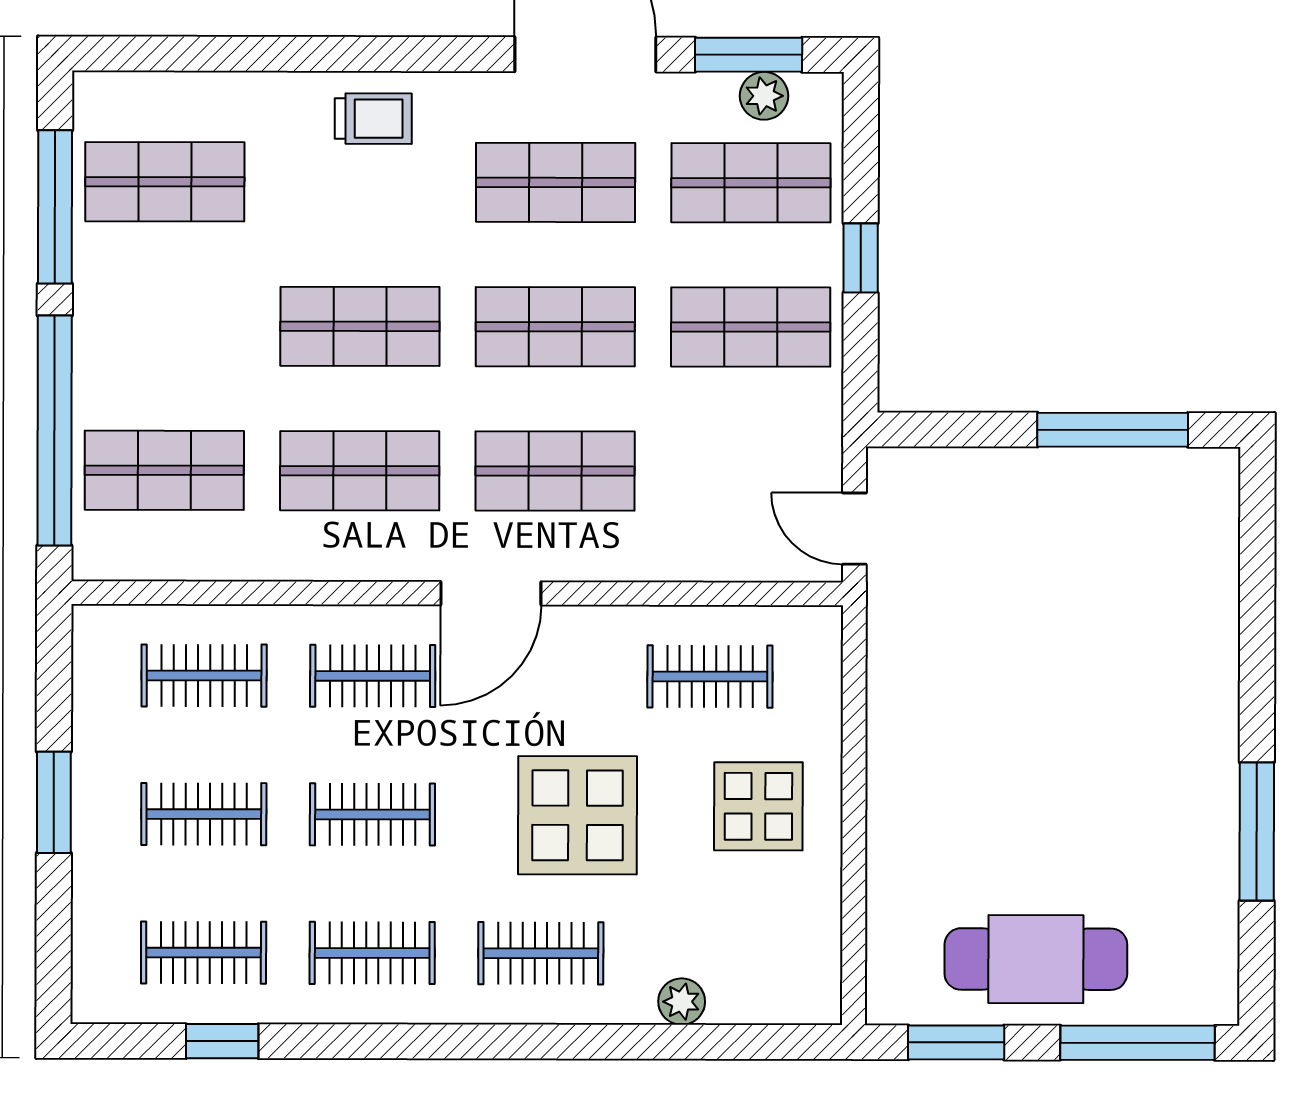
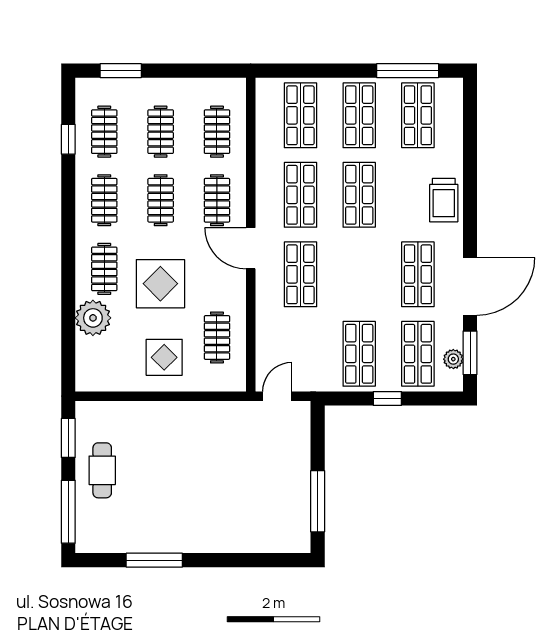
trolley: (373, 119) -> (444, 200), width x1.36, depth x1.39
shop shelf: (555, 327) -> (359, 115), moved
window: (55, 431) -> (317, 71), removed
window: (54, 802) -> (121, 71), moved
cafe table: (1036, 959) -> (102, 470), width x0.73, depth x0.74
plant: (682, 1002) -> (93, 318), width x1.88, depth x1.88

